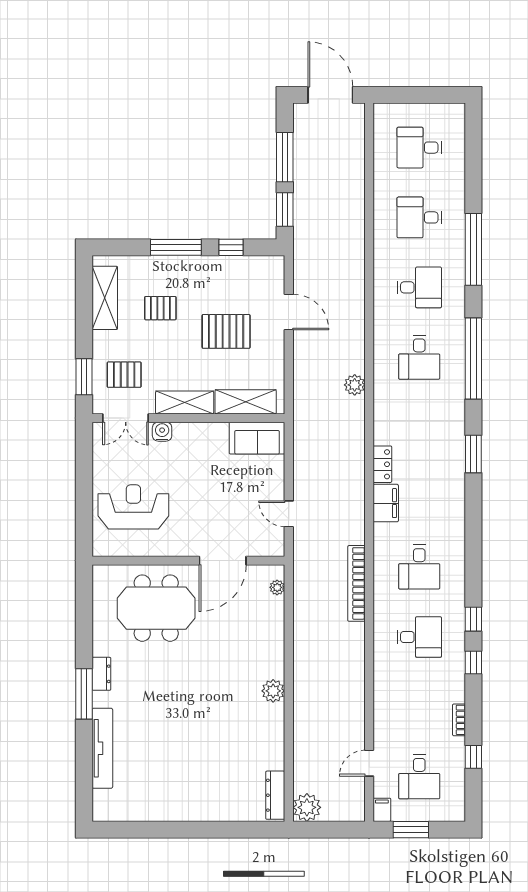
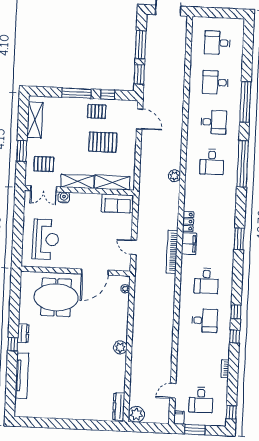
pallet: (160, 308) -> (97, 111), moved
door: (289, 312) -> (140, 119), moved
window: (84, 377) -> (22, 151), moved
window: (473, 454) -> (239, 239), moved
reception desk: (133, 507) -> (46, 239), turned 90
bookcase: (356, 583) -> (172, 252), moved
window: (84, 694) -> (13, 344), width x0.46
window: (473, 757) -> (231, 412), moved

